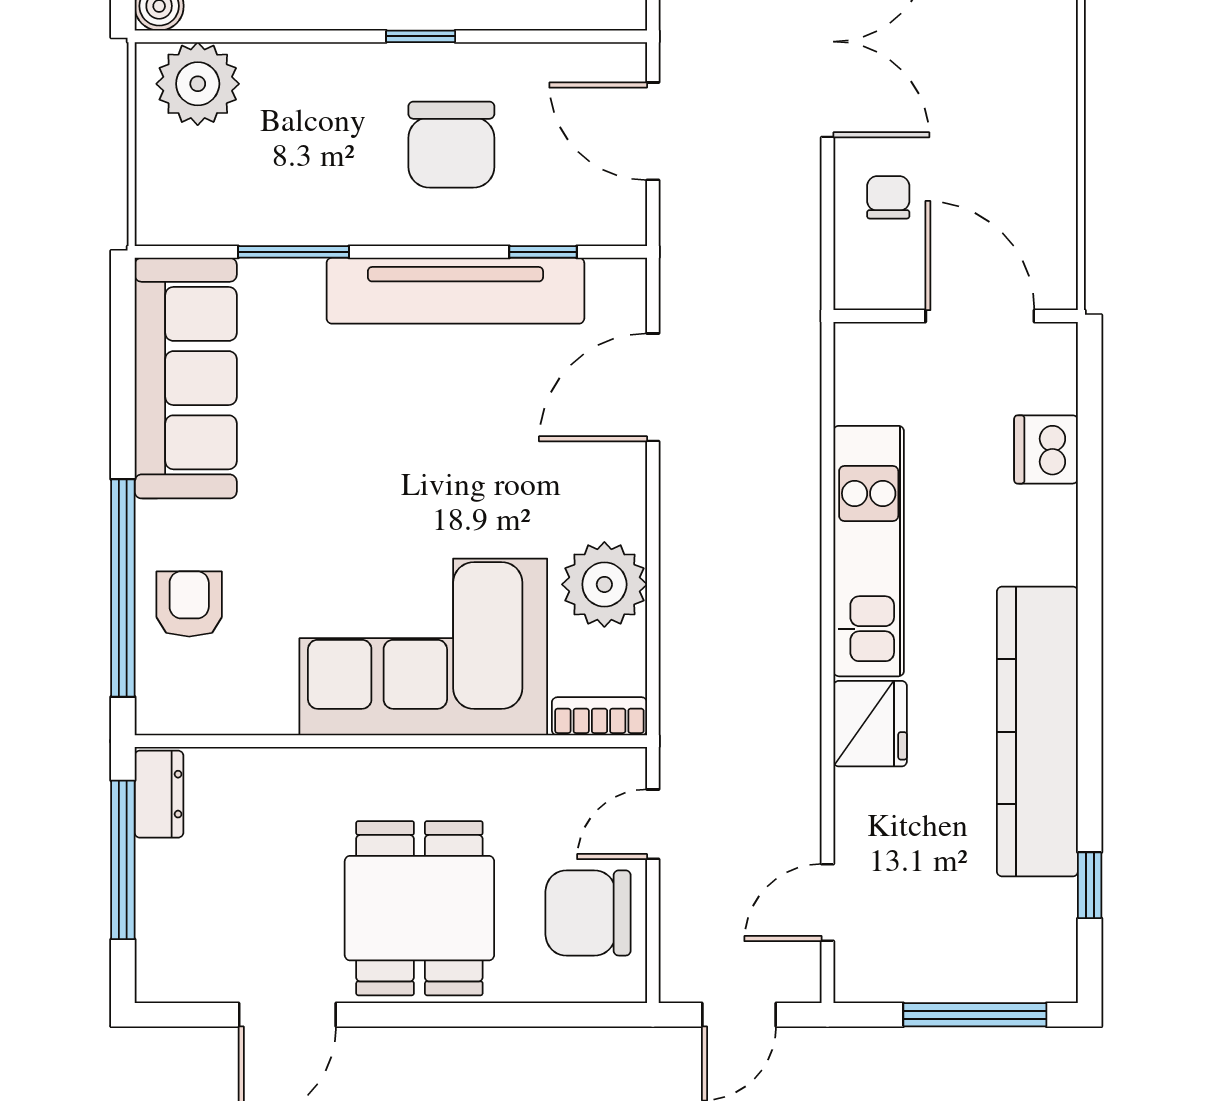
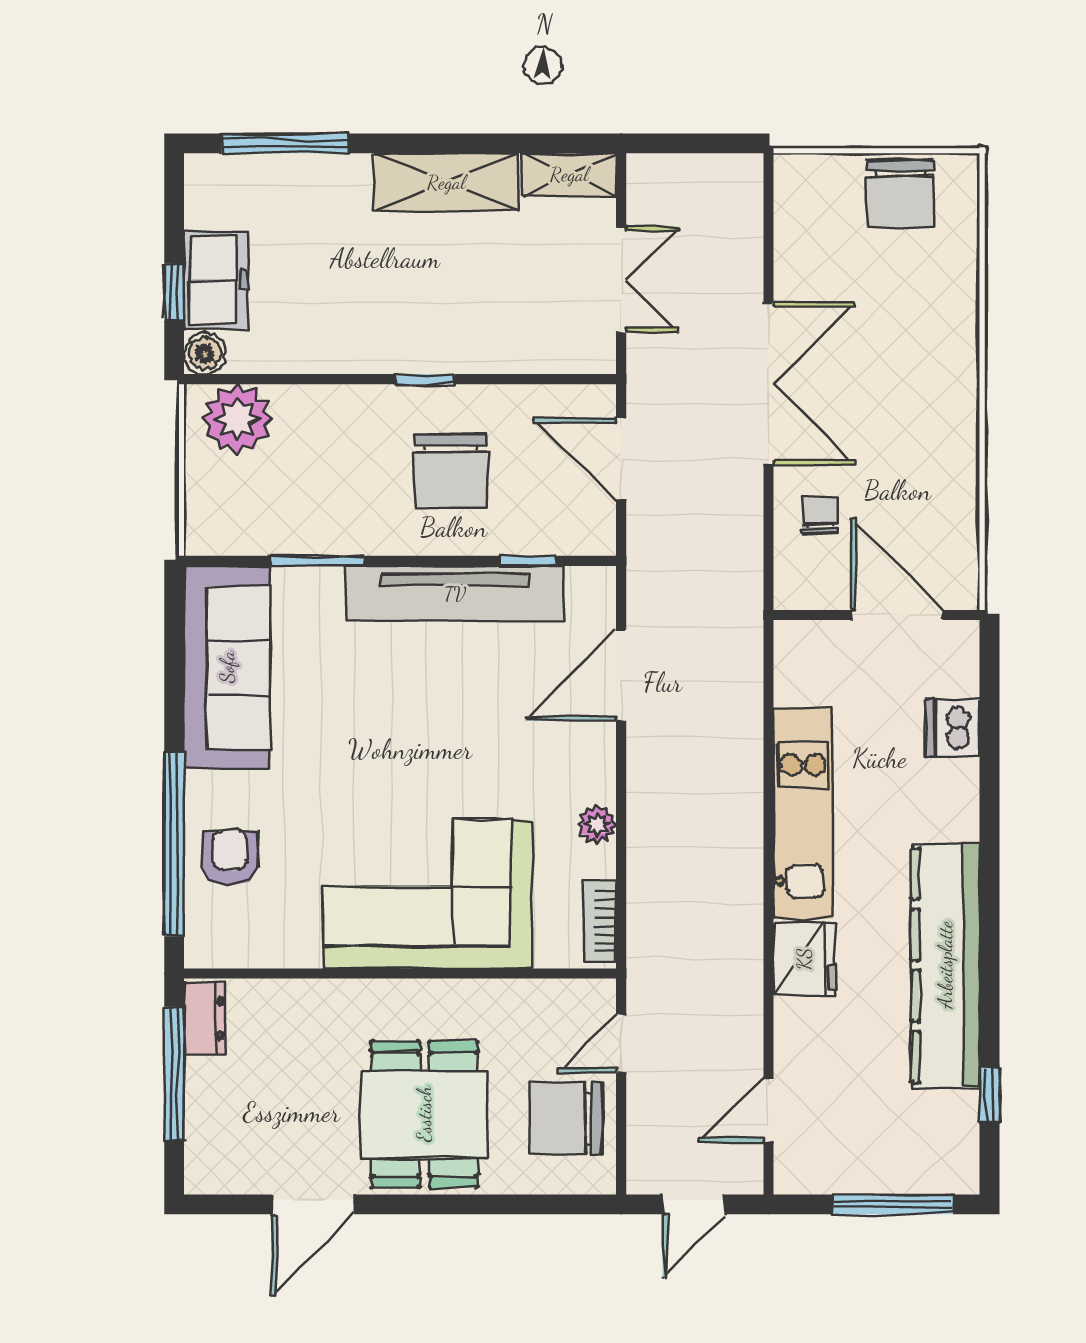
plant: (604, 584) -> (597, 825), width x0.53, depth x0.53
bookcase: (599, 716) -> (600, 921), moved, turned -90

